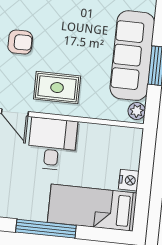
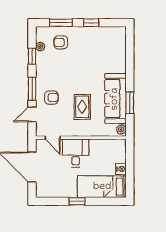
rug: (57, 88) -> (82, 107), moved, turned 90
window: (46, 229) -> (77, 201), width x0.46

